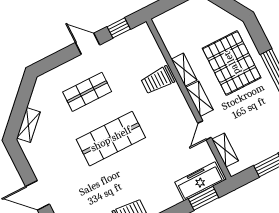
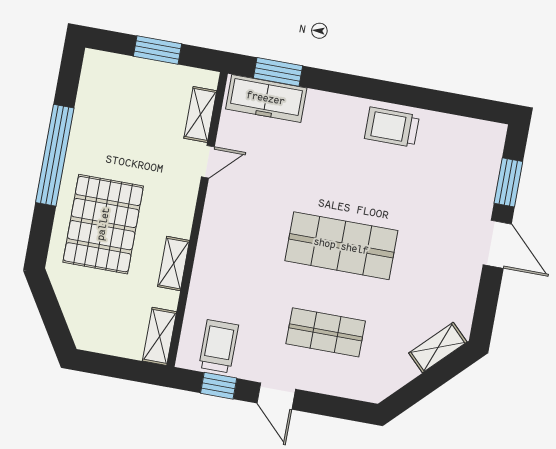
trolley: (158, 80) -> (219, 346), moved, turned -90
shelving: (199, 99) -> (160, 336), moved

